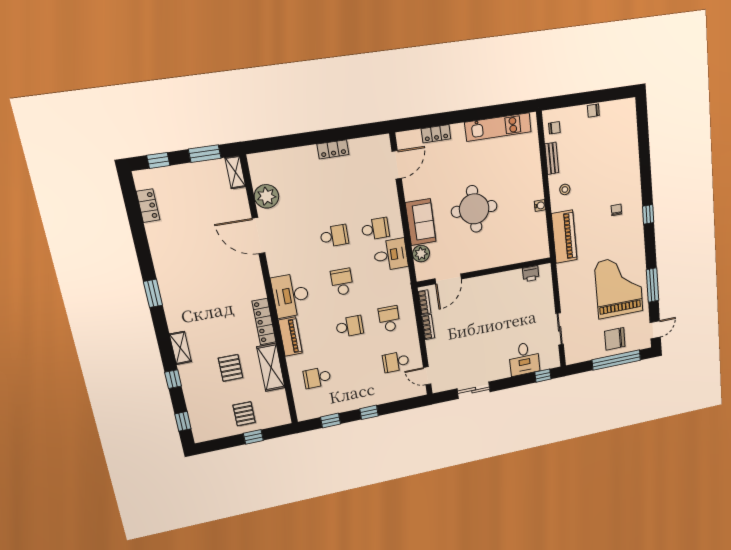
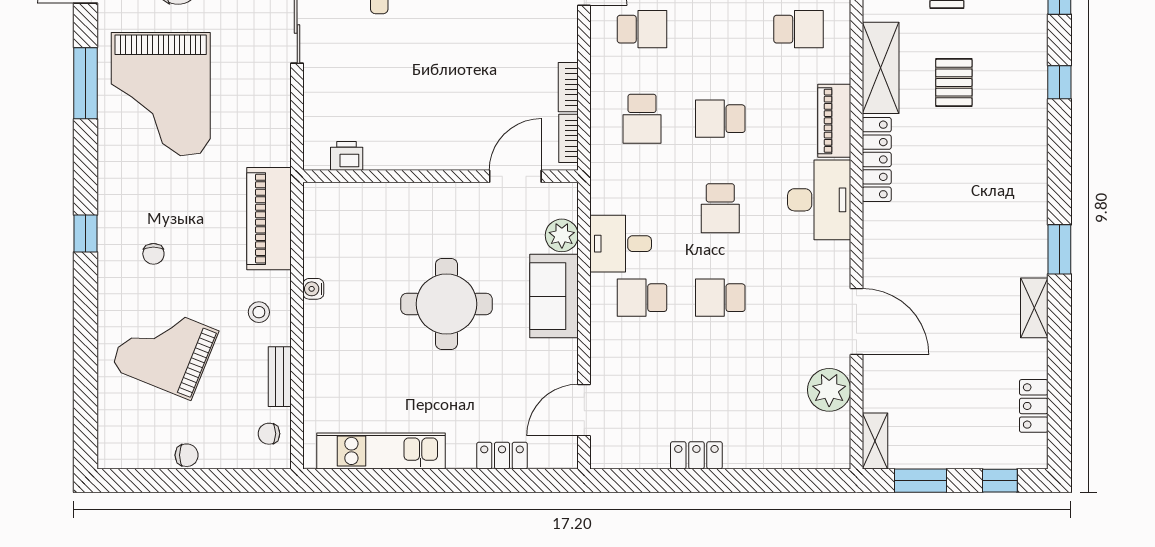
grand piano: (608, 163) -> (165, 350), added
shelving: (180, 348) -> (1034, 308), moved

